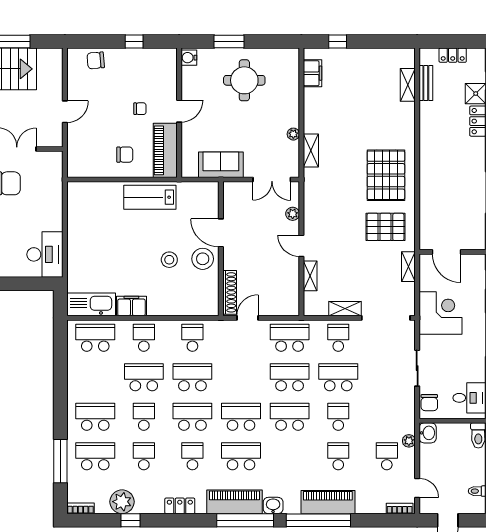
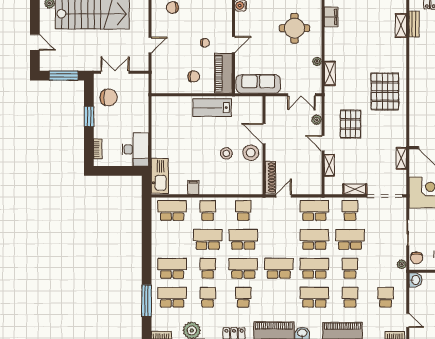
round table: (244, 80) -> (294, 28), moved
sofa: (221, 165) -> (258, 84), width x1.36
pallet: (385, 227) -> (350, 124), moved, turned 90
kitchen sink: (91, 304) -> (160, 176), moved, turned 90
filing cabinet: (131, 306) -> (193, 187), width x0.50
plant: (409, 441) -> (402, 264), moved
school desk: (241, 456) -> (314, 297), moved

